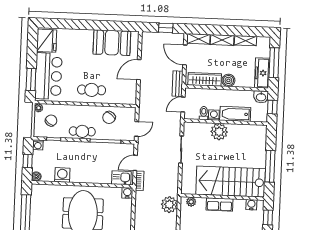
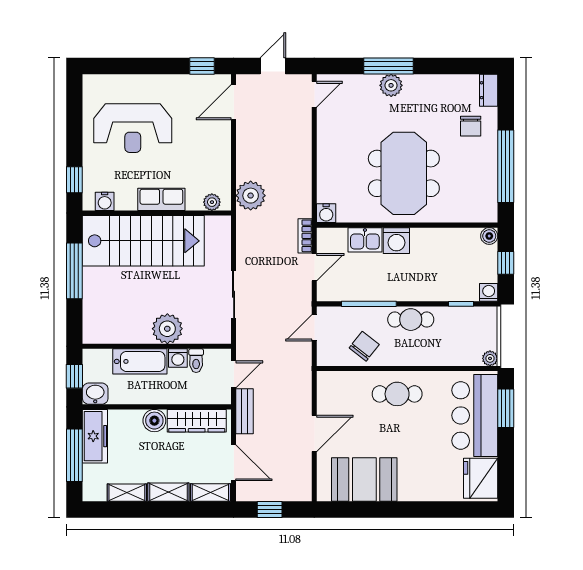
chair: (51, 121) -> (467, 337), removed
washing machine: (62, 175) -> (396, 241), moved
kitchen sink: (121, 178) -> (365, 240), moved

